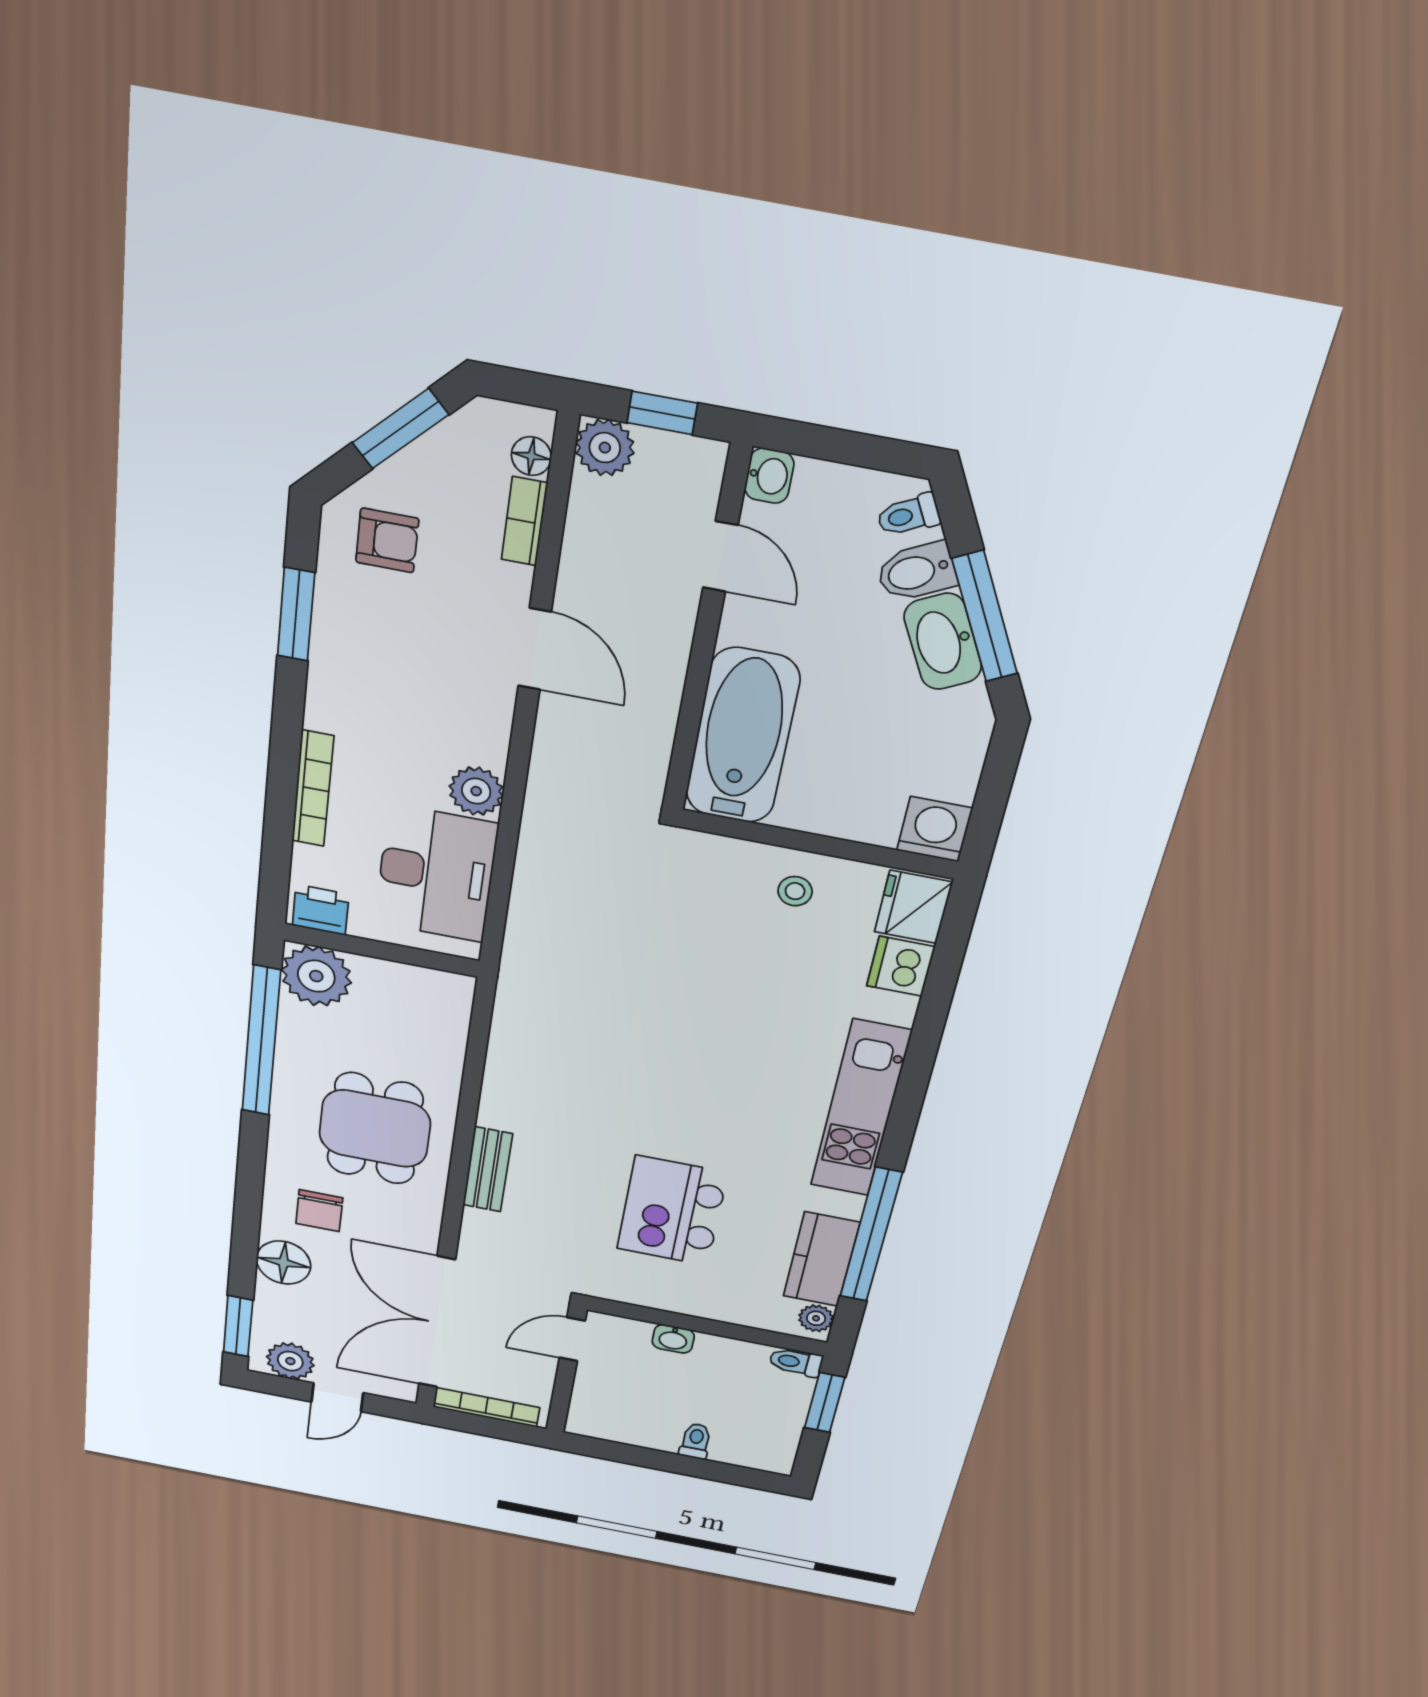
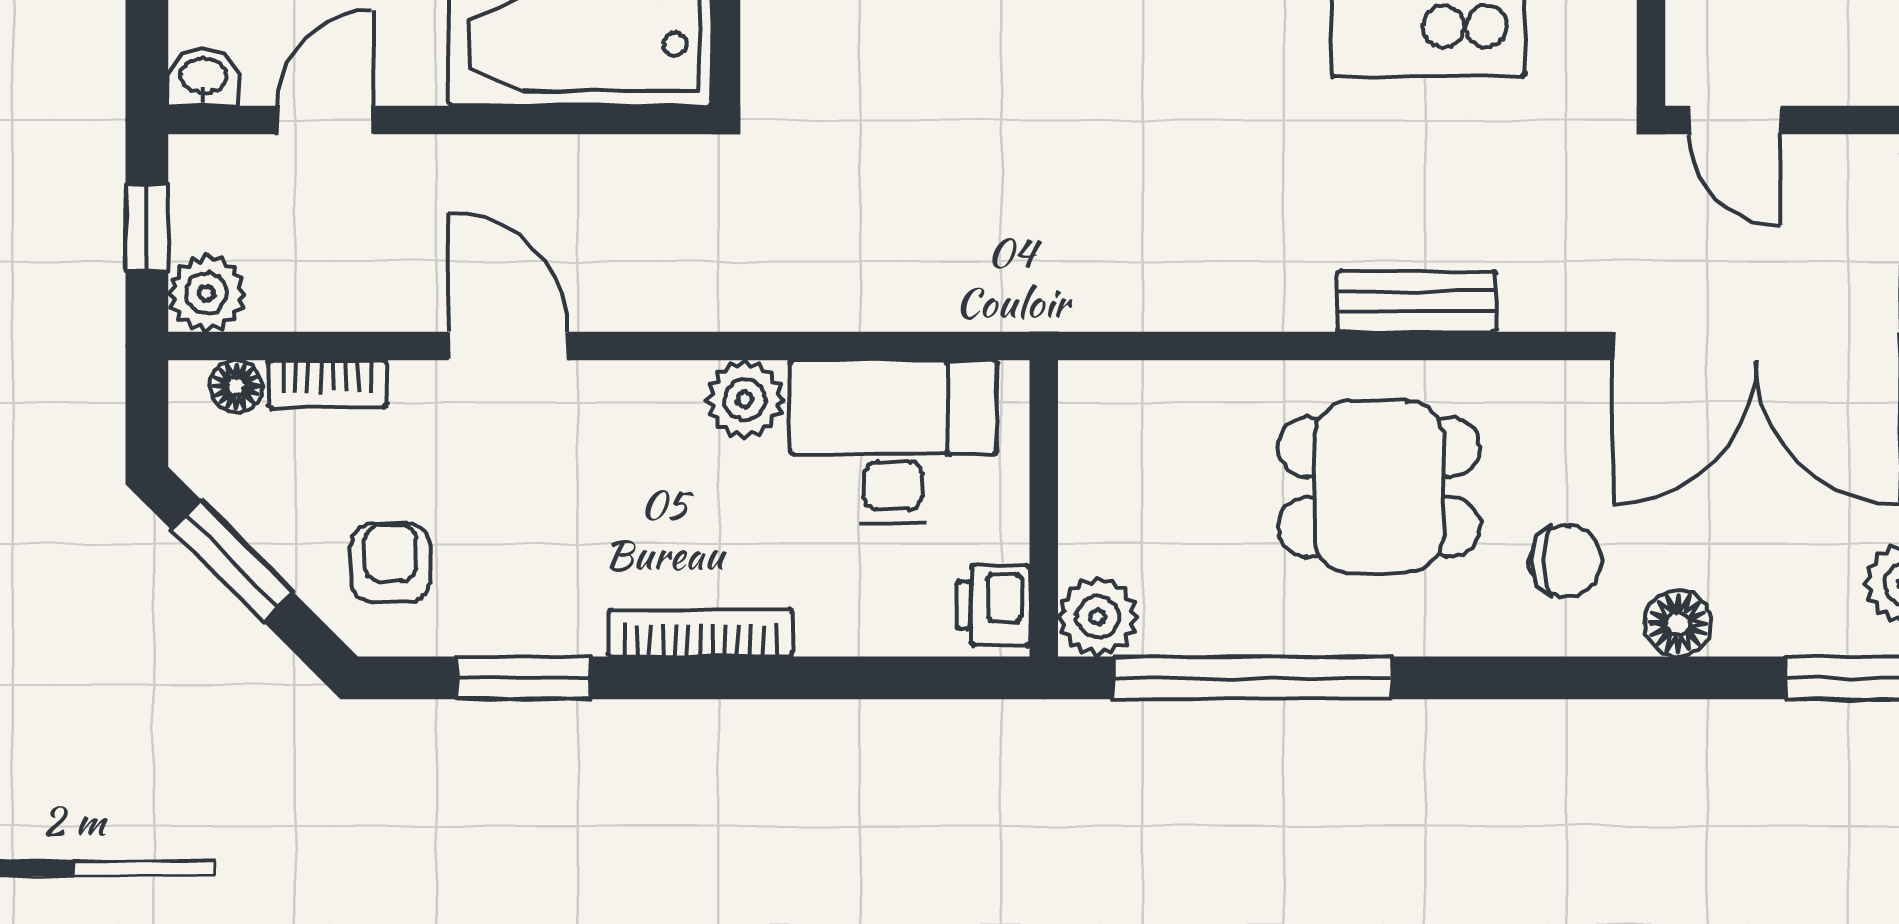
door: (535, 649) -> (508, 346), hinge flipped
bookcase: (313, 789) -> (700, 633), moved
plant: (316, 976) -> (1098, 617), width x0.73, depth x0.73
floor lamp: (284, 1263) -> (1678, 624), width x0.73, depth x0.73

